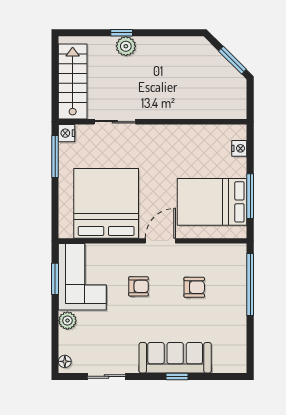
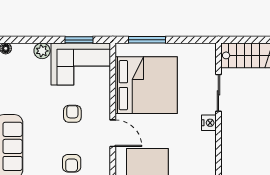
nightstand: (67, 133) -> (209, 123), moved, turned 90
window: (55, 157) -> (147, 40), moved
armchair: (139, 286) -> (72, 114), turned 180

